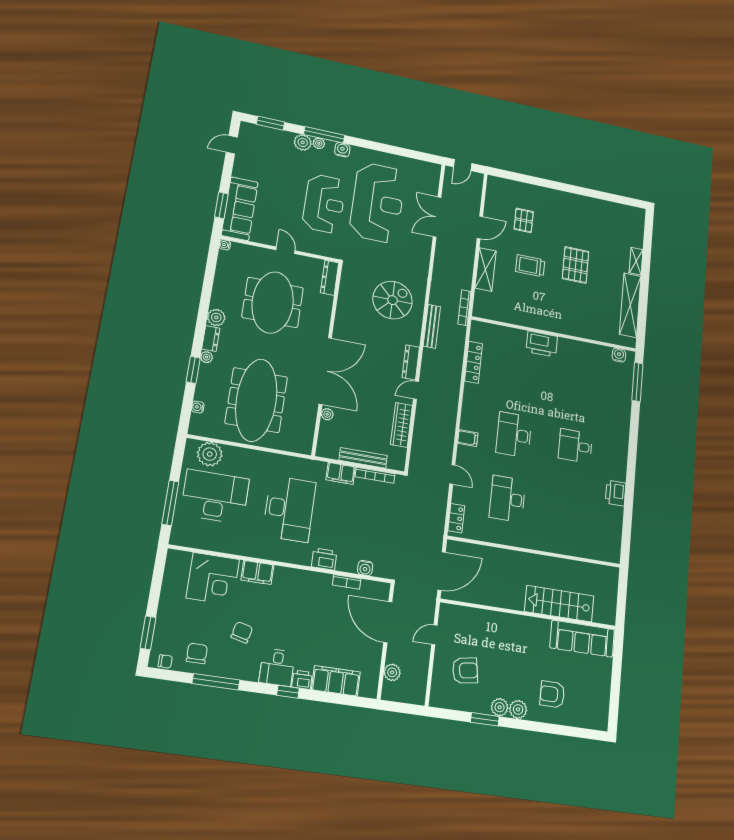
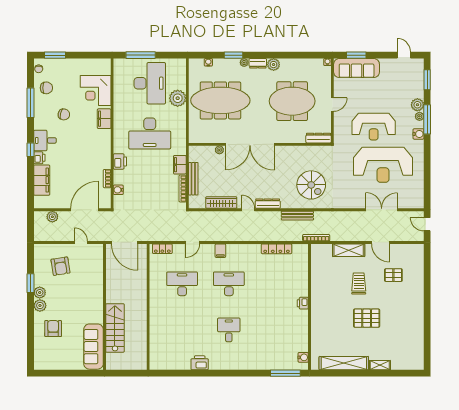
printer: (542, 344) -> (303, 303), width x0.53, depth x0.68
plant: (210, 454) -> (178, 98), moved

